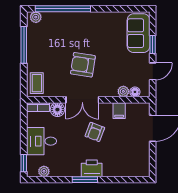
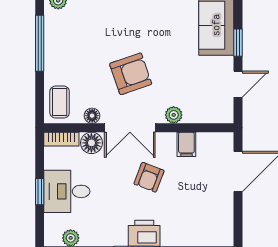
armchair: (83, 65) -> (131, 74), turned 152
plant: (123, 91) -> (174, 115), moved
floor lamp: (135, 92) -> (92, 116), moved
window: (24, 163) -> (40, 192), moved

